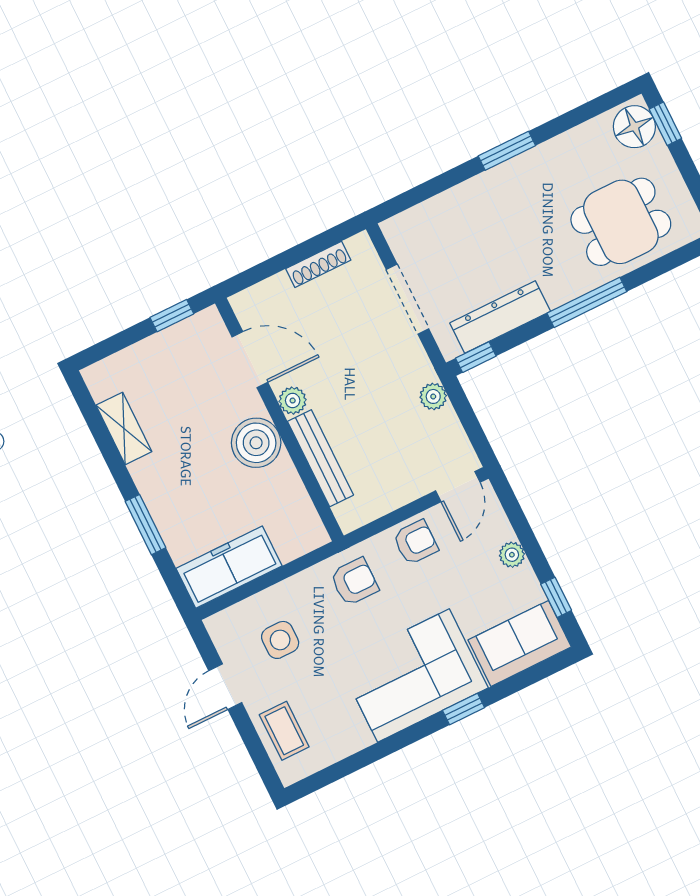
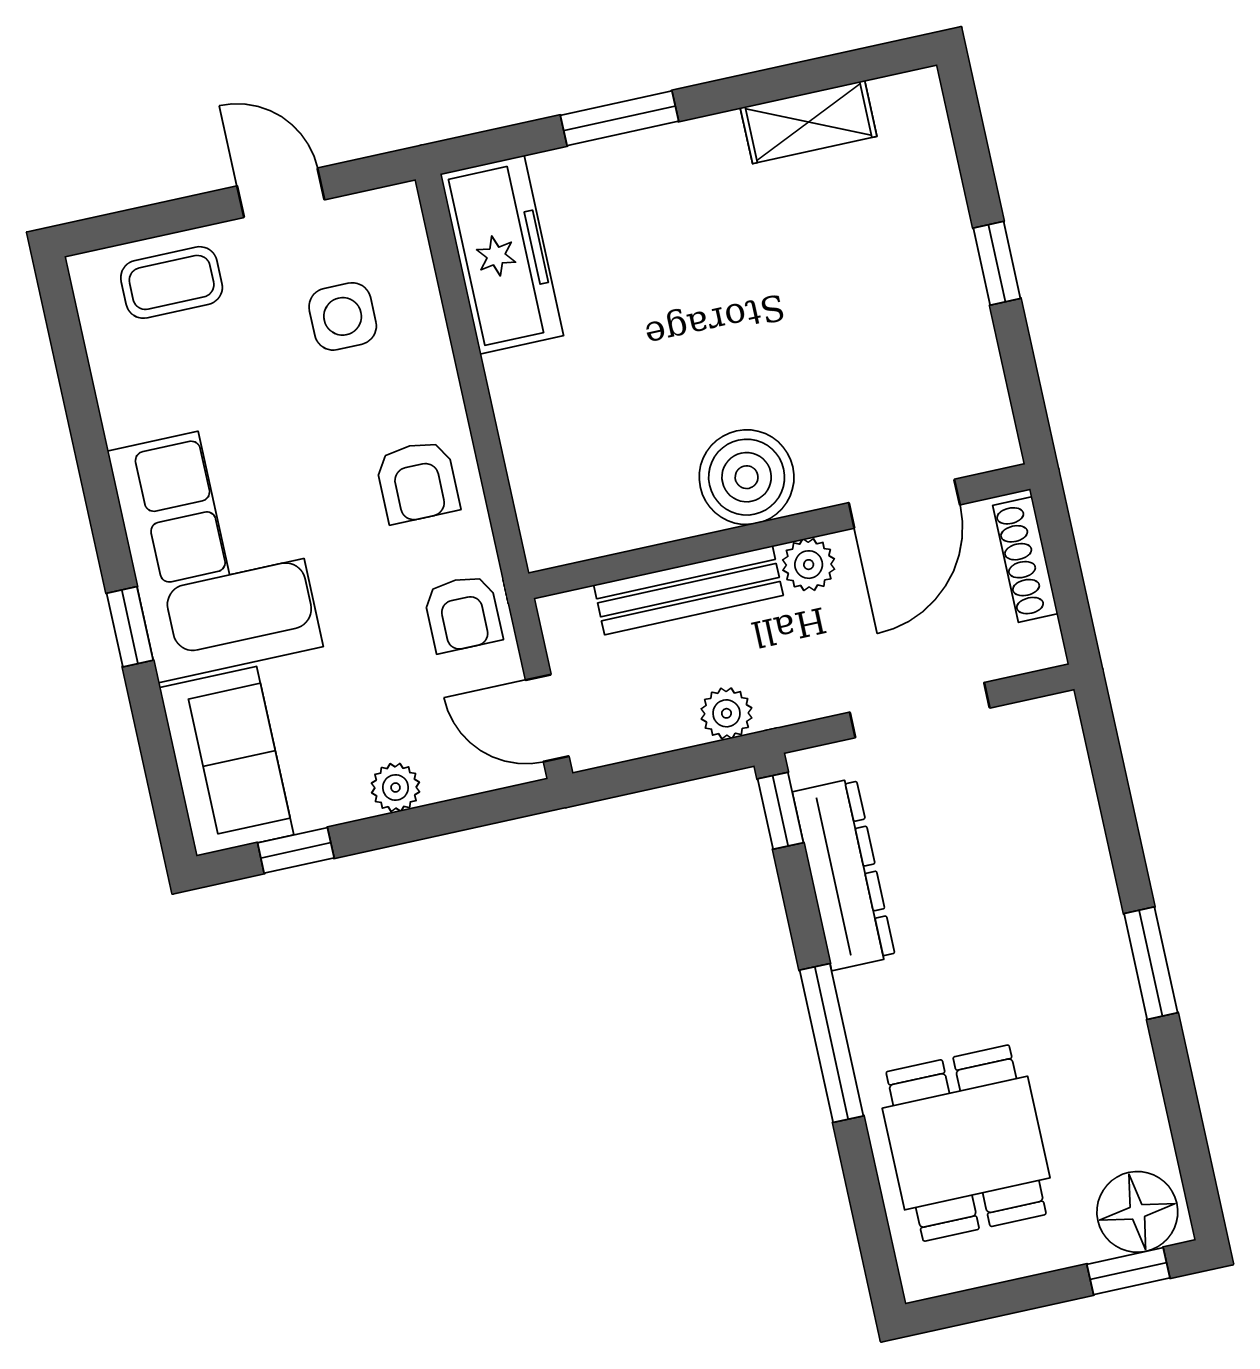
door: (250, 360) -> (904, 504), moved
plant: (293, 401) -> (809, 565), moved
wall: (279, 419) -> (779, 531), moved
boiler: (256, 443) -> (747, 477), moved
bench: (320, 458) -> (688, 590), moved

